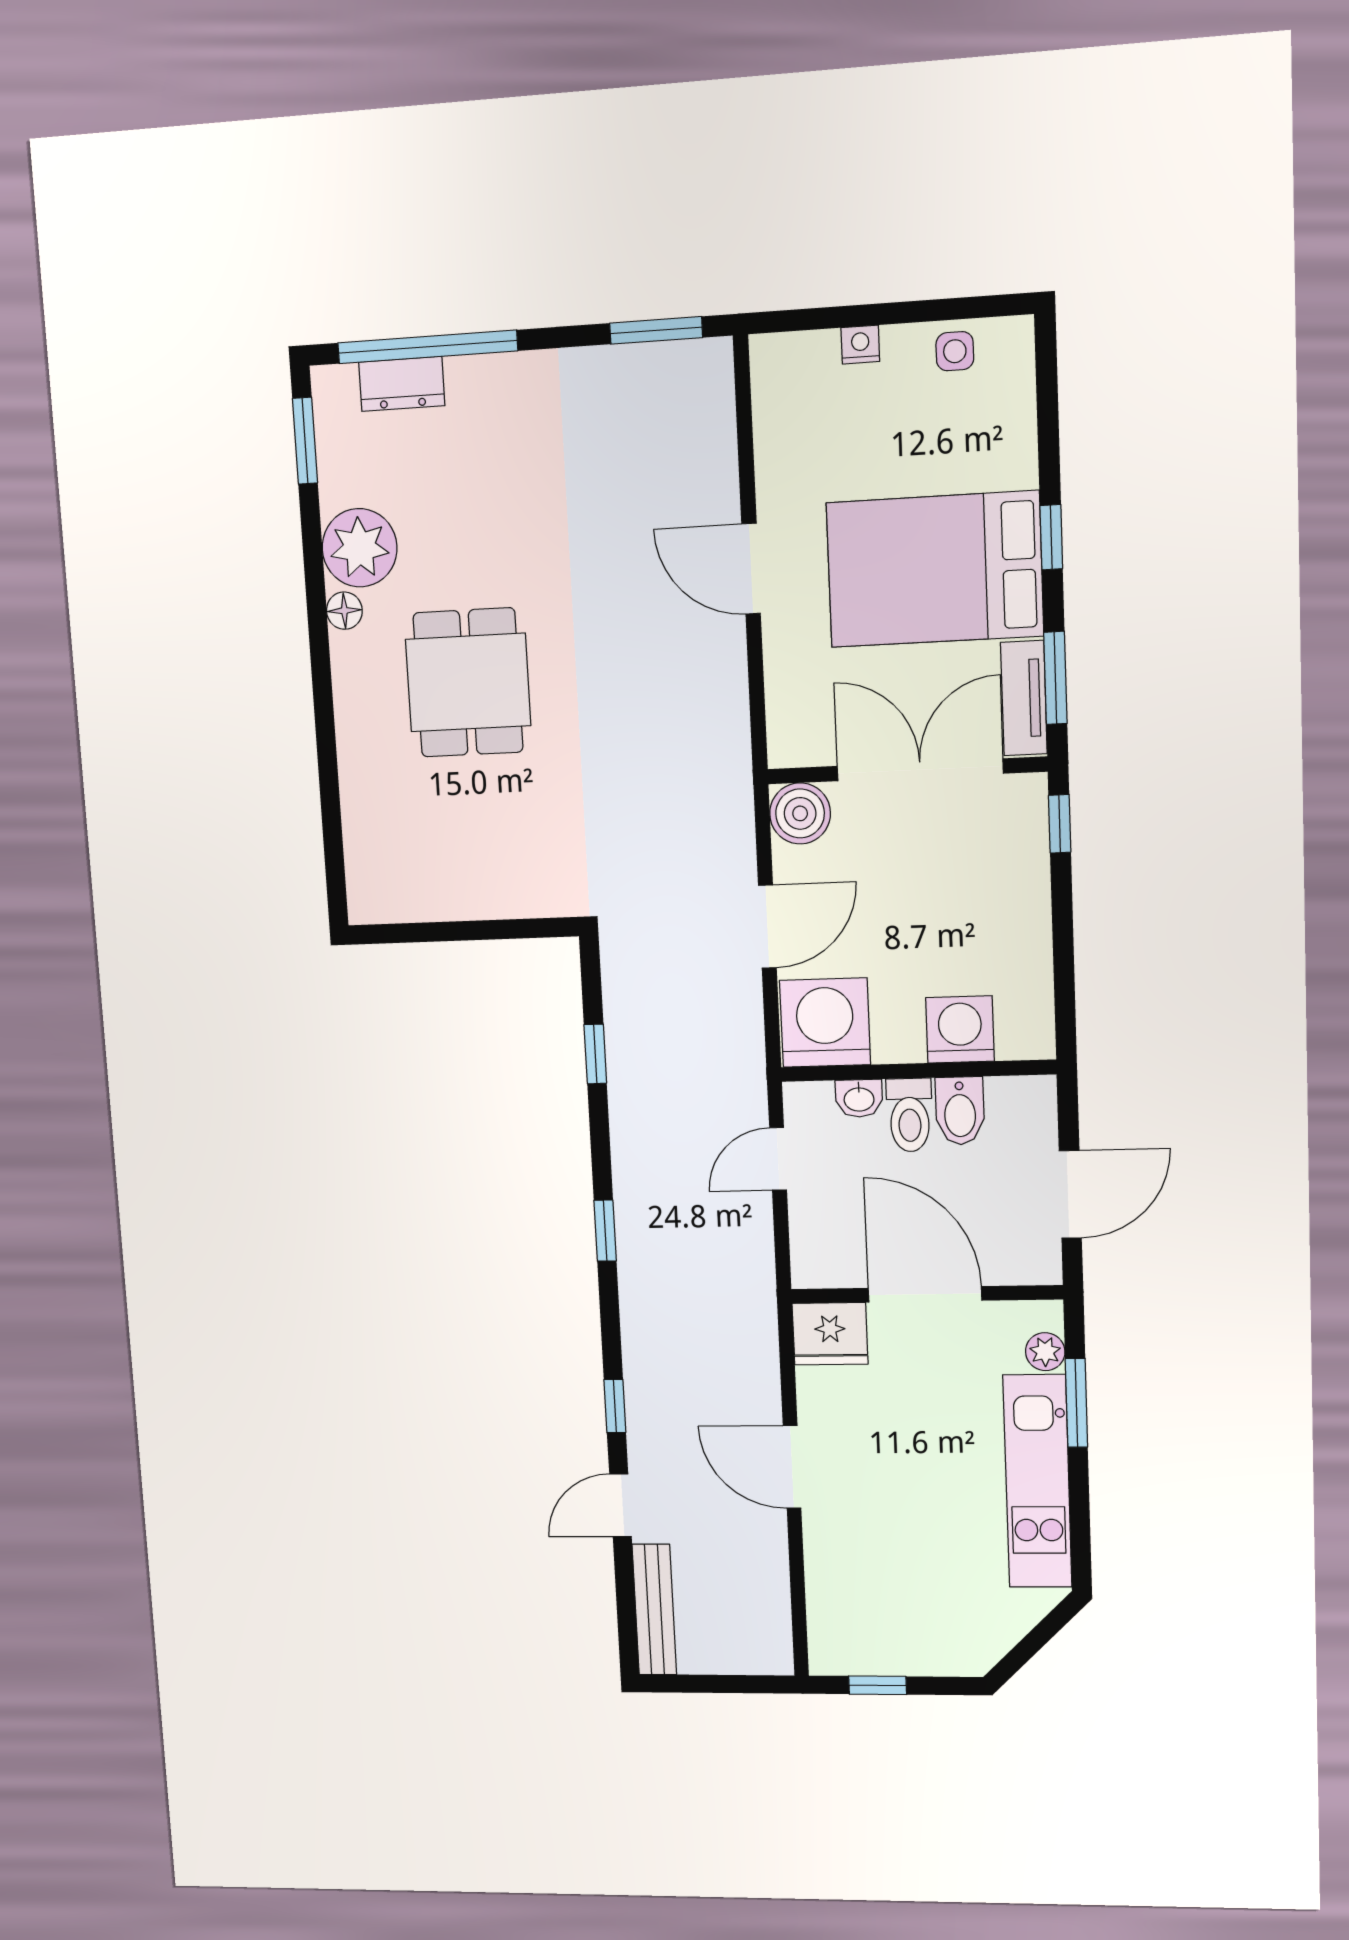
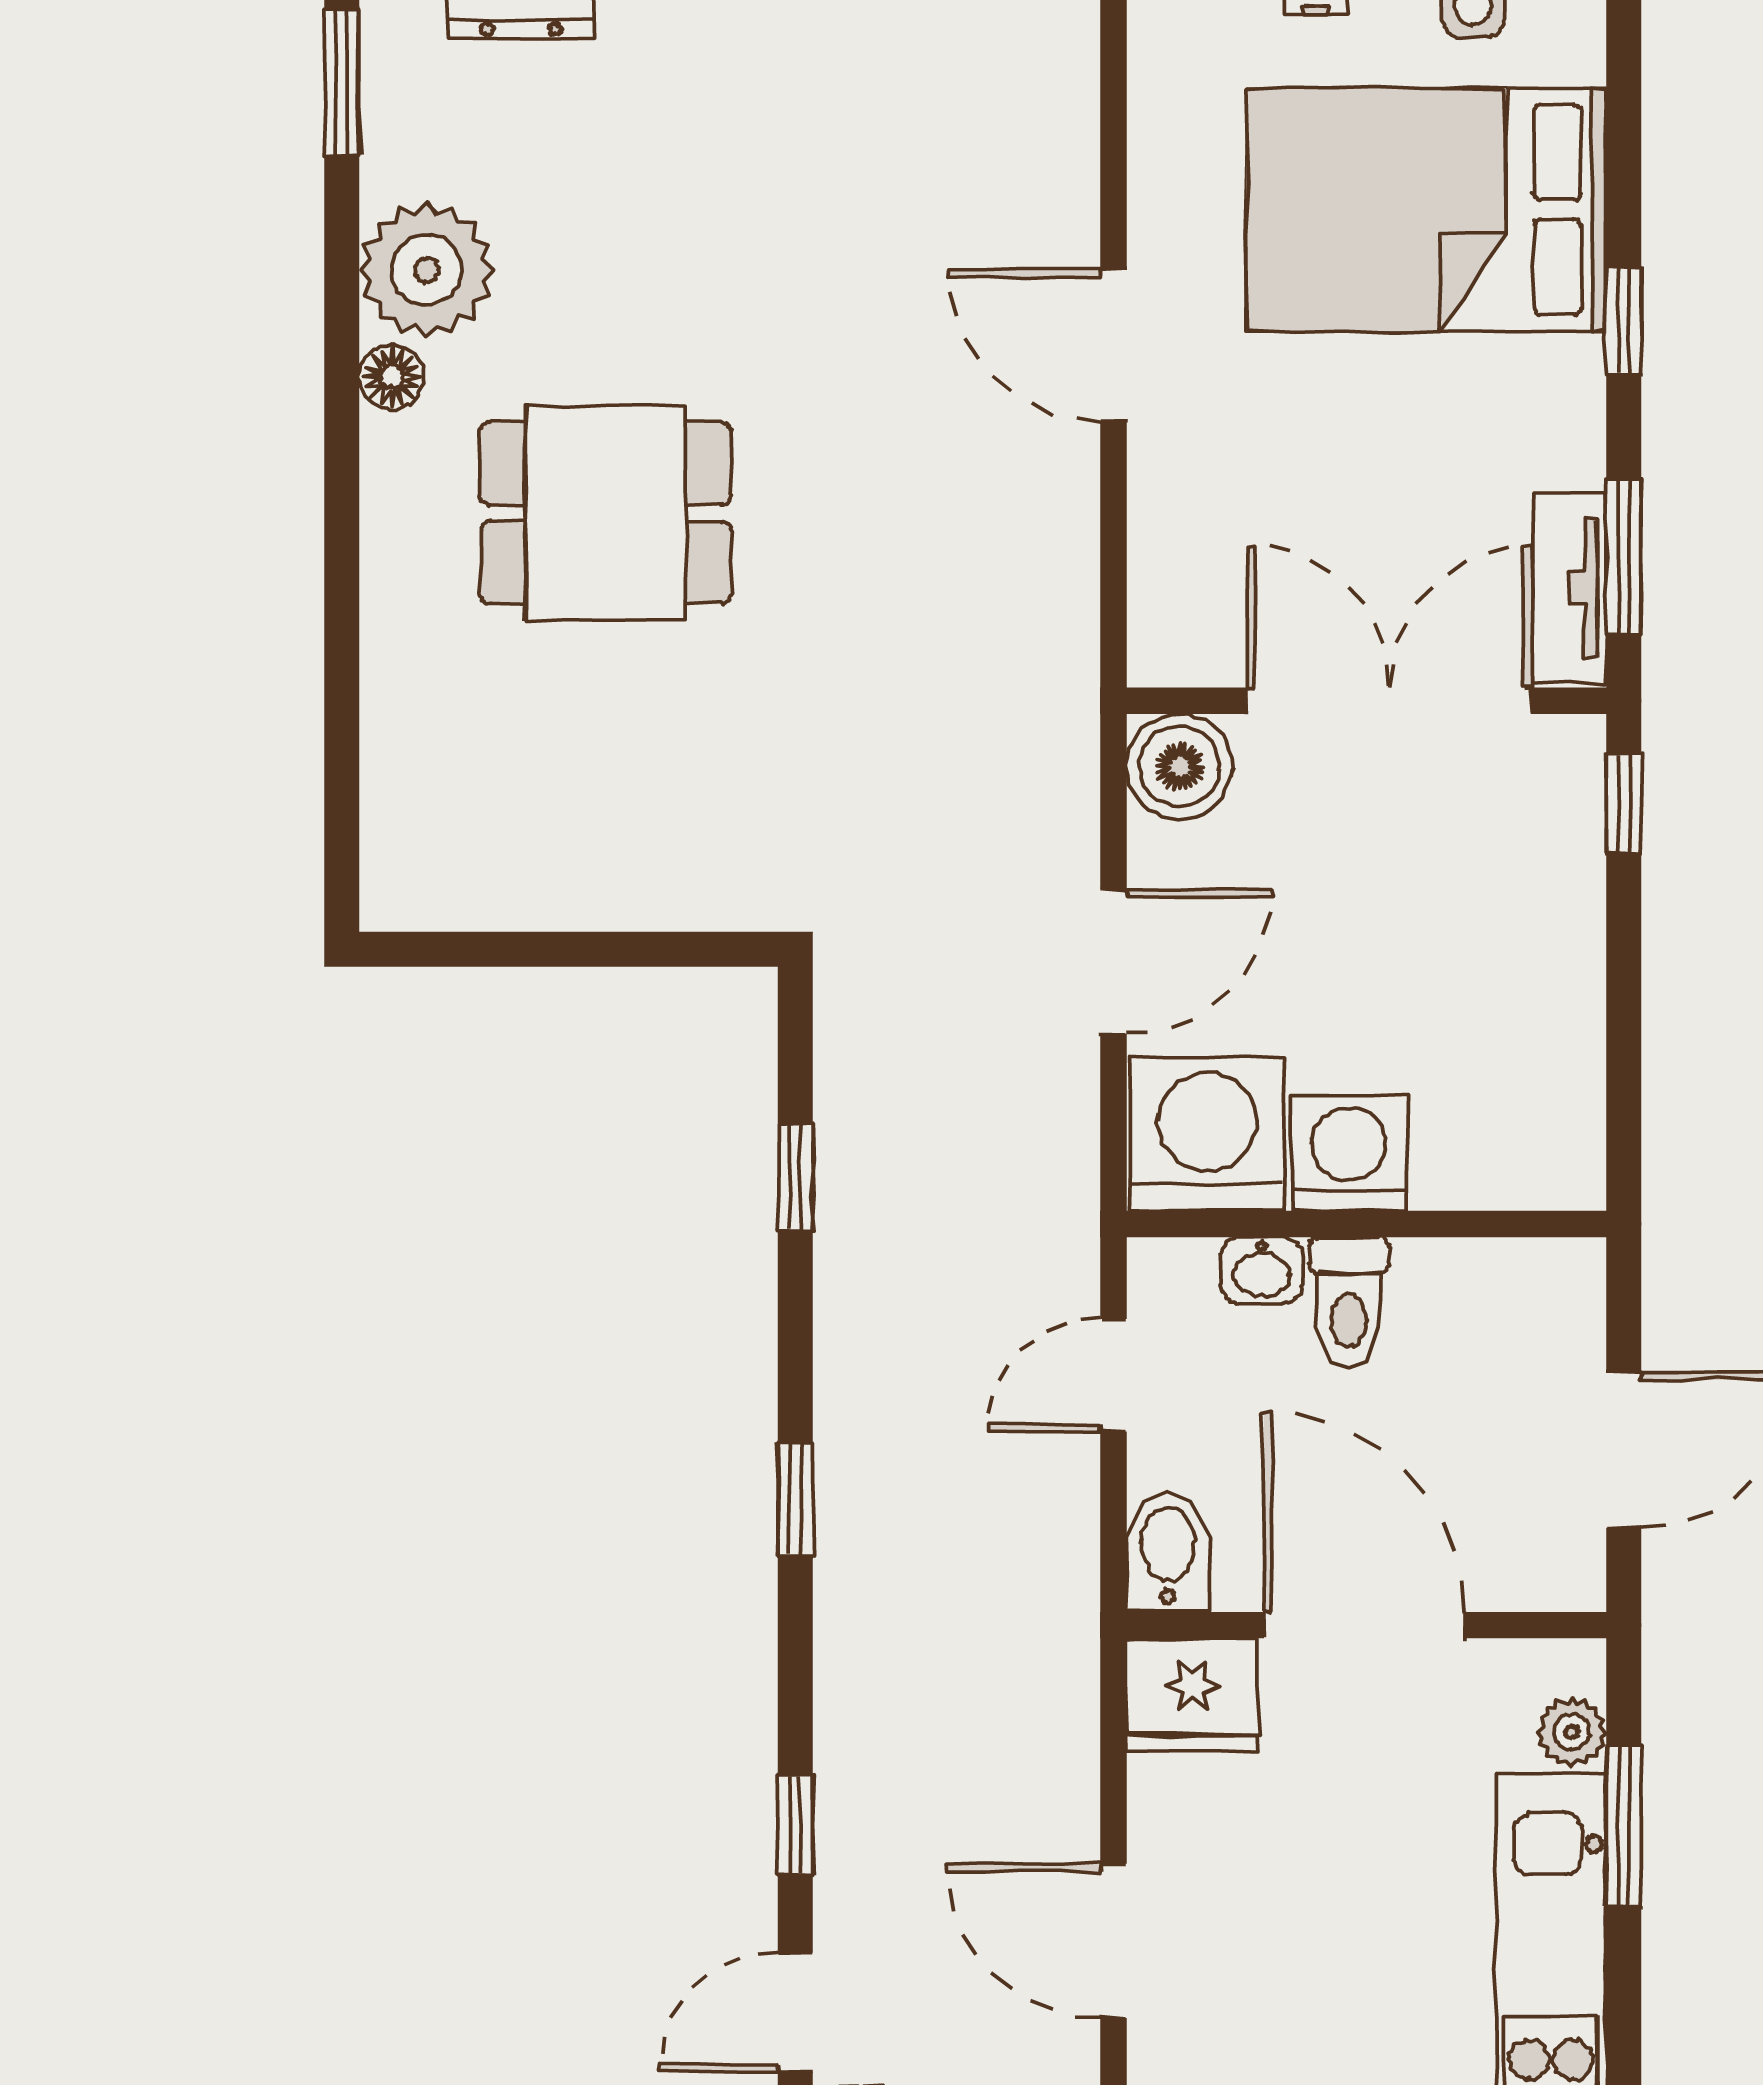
bed: (935, 569) -> (1427, 210), moved
dining table: (468, 683) -> (606, 513), turned 90
washing machine: (960, 1029) -> (1349, 1153), moved
bidet: (960, 1111) -> (1168, 1552), moved, turned 180

